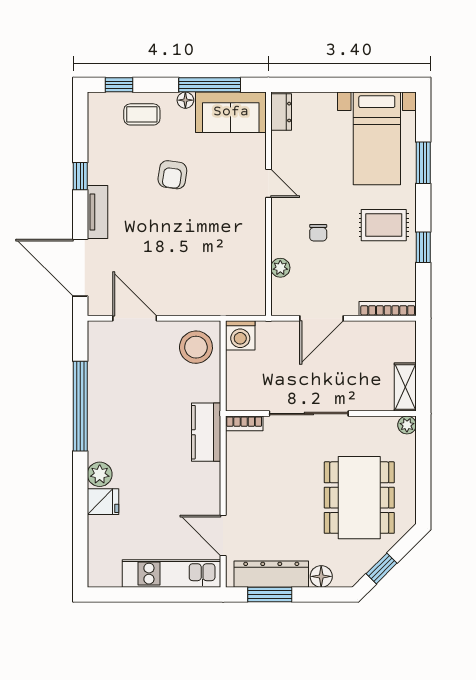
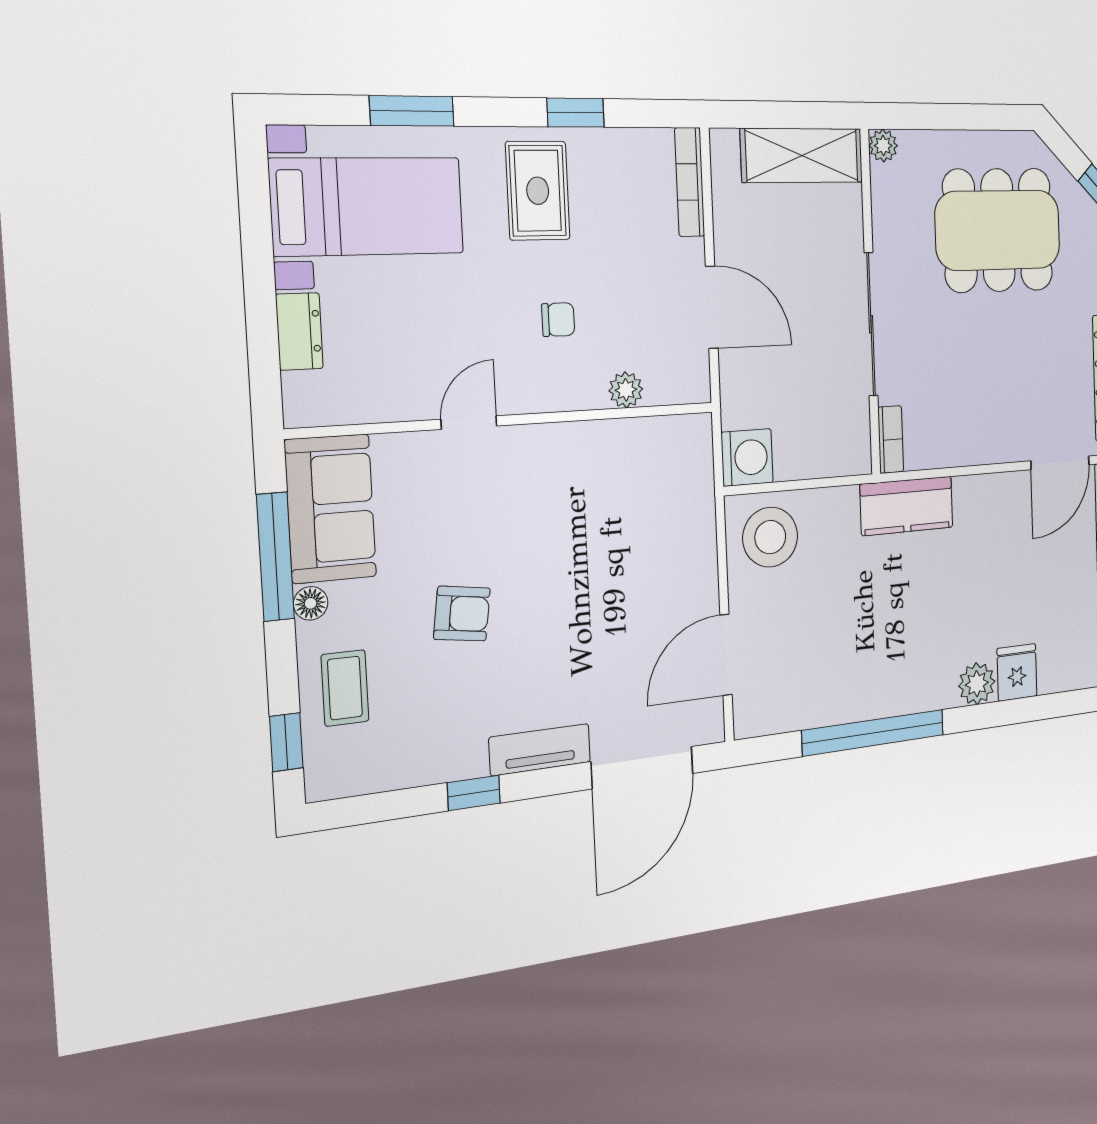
dresser: (281, 112) -> (299, 331), moved, turned 90
shelving: (405, 387) -> (802, 155), width x1.50, depth x1.33

